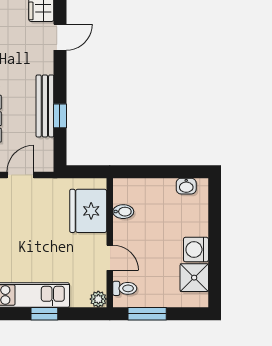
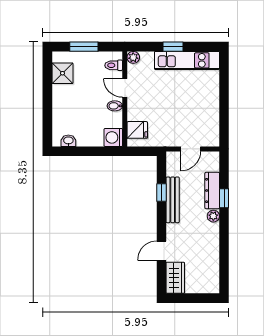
fridge: (88, 211) -> (137, 130), width x0.53, depth x0.75
bidet: (123, 212) -> (115, 106), moved
washing machine: (196, 250) -> (113, 137), moved, turned 180
window: (147, 314) -> (84, 47), moved

